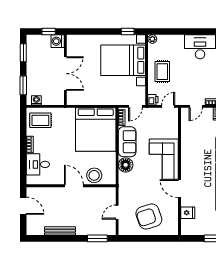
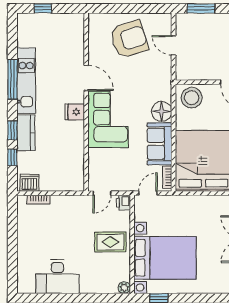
rug: (162, 72) -> (110, 242), turned 90
door: (196, 106) -> (64, 193), removed
stool: (94, 175) -> (192, 98), moved
door: (117, 212) -> (173, 45), swing flipped
fridge: (188, 213) -> (75, 112), moved

